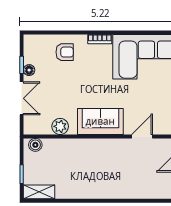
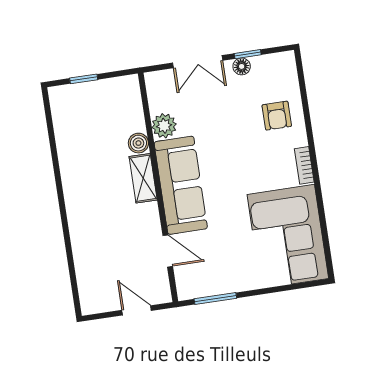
sofa: (100, 121) -> (181, 185), width x1.36
boiler: (35, 145) -> (138, 143), moved
shelving: (39, 192) -> (143, 178), moved

